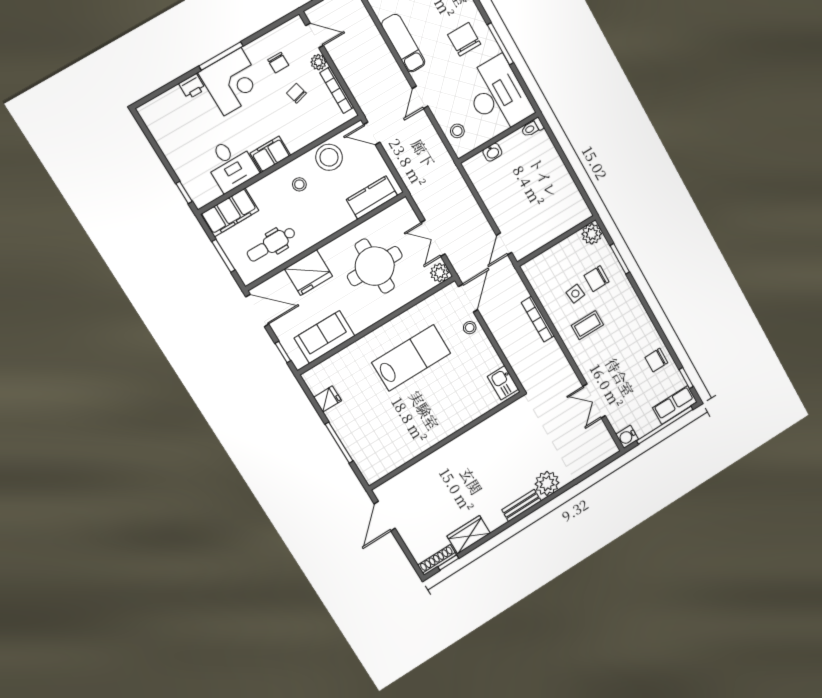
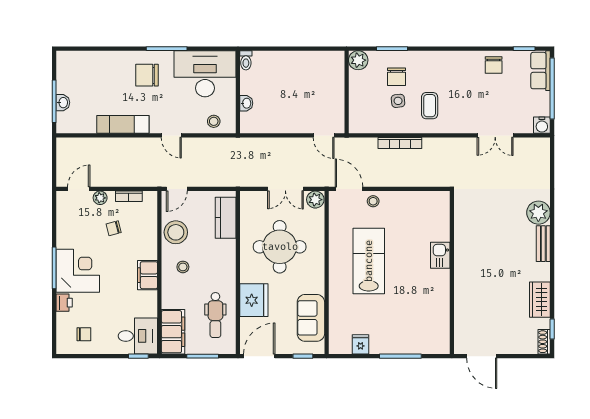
chair: (278, 63) -> (84, 334), moved
bookcase: (337, 90) -> (129, 196), width x0.64
desk: (230, 165) -> (138, 336), moved
kitchen sink: (503, 383) -> (440, 255), moved, turned 90
shoe rack: (437, 560) -> (544, 342), width x0.70

